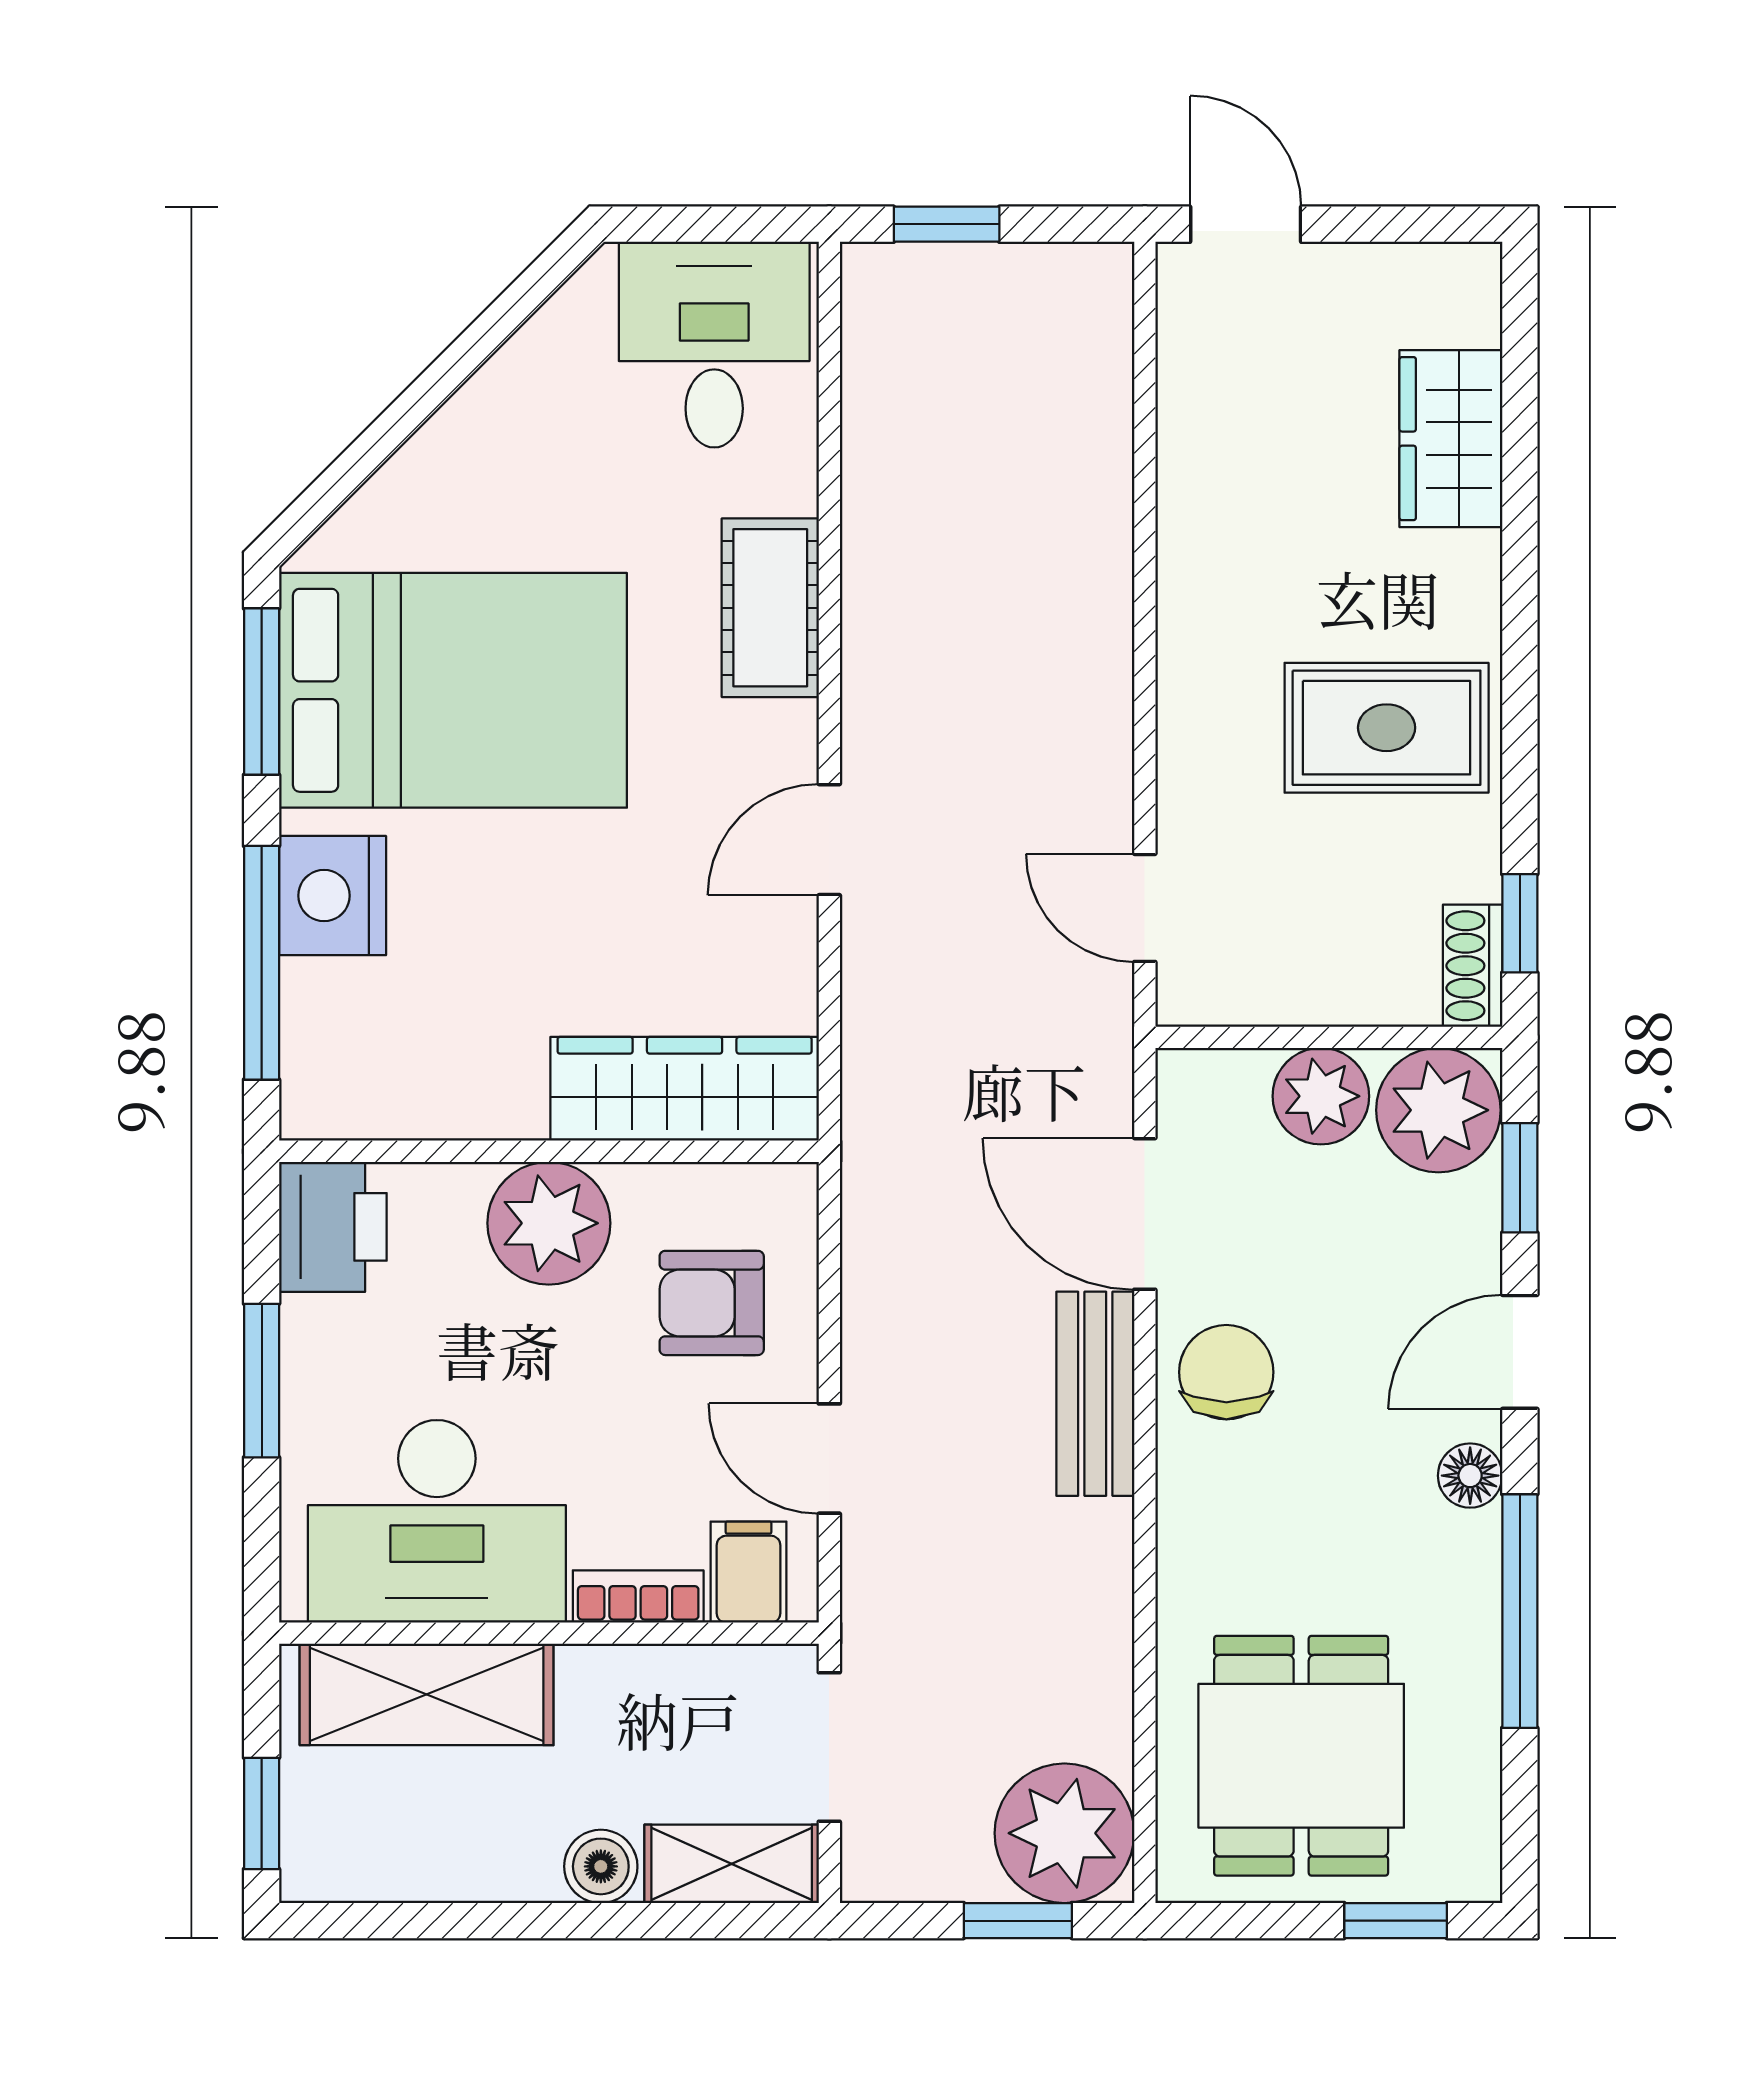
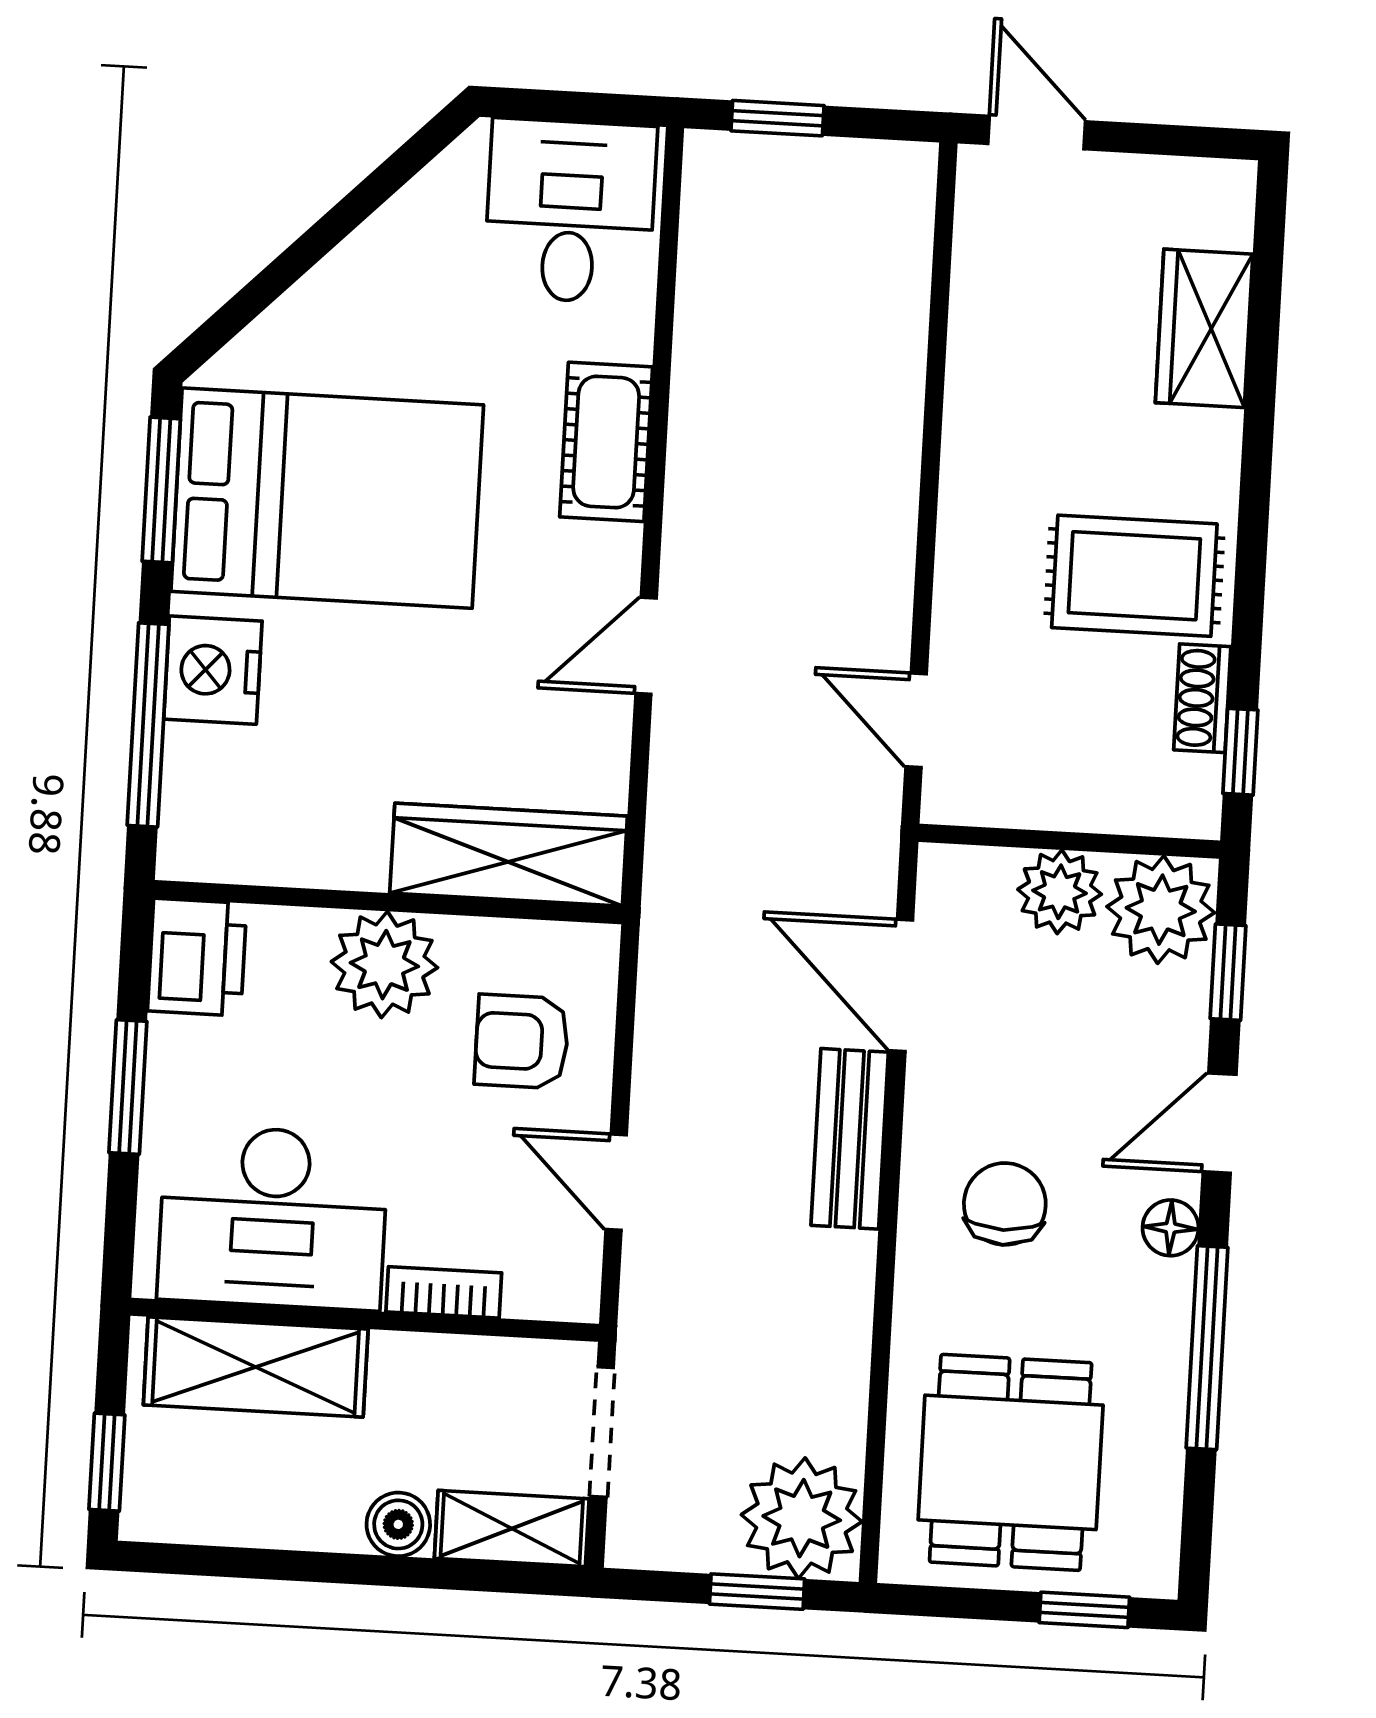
shoe rack: (1473, 966) -> (1202, 698), moved
chair: (1226, 1372) -> (1005, 1204), moved
filing cabinet: (749, 1572) -> (541, 1277), removed

